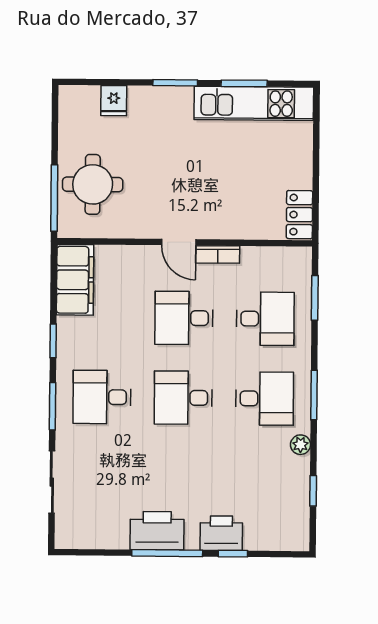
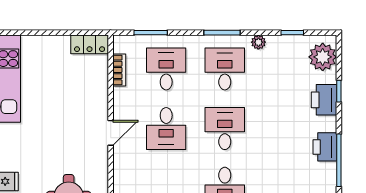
bookcase: (218, 254) -> (119, 70), moved
desk: (183, 398) -> (225, 129), turned 180
printer: (157, 531) -> (325, 147), width x0.73, depth x0.84
plant: (280, 532) -> (323, 57), added
window: (167, 553) -> (339, 160), moved

